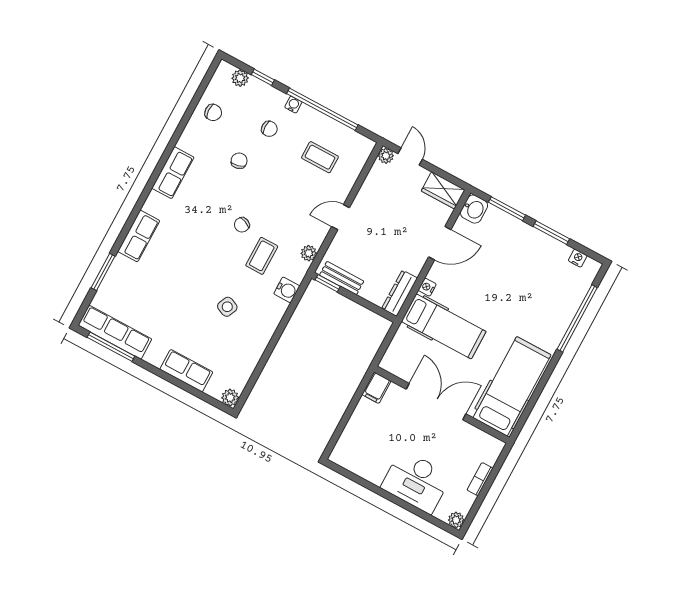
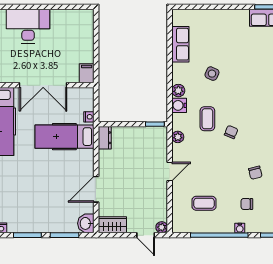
bench: (342, 278) -> (148, 132), removed
nightstand: (427, 287) -> (89, 117), moved
dresser: (400, 293) -> (105, 138), width x0.70
row of seats: (186, 371) -> (180, 44), moved, turned -90
plant: (230, 398) -> (178, 91), moved

